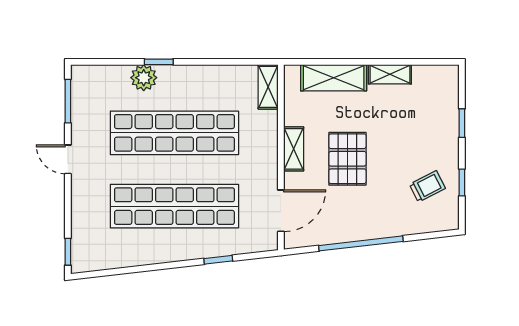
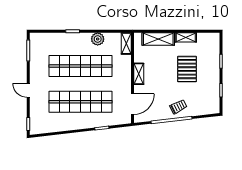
plant: (144, 78) -> (98, 39), moved
door: (68, 159) -> (28, 90), moved
pallet: (347, 159) -> (187, 69), moved
trolley: (427, 186) -> (178, 107), moved

